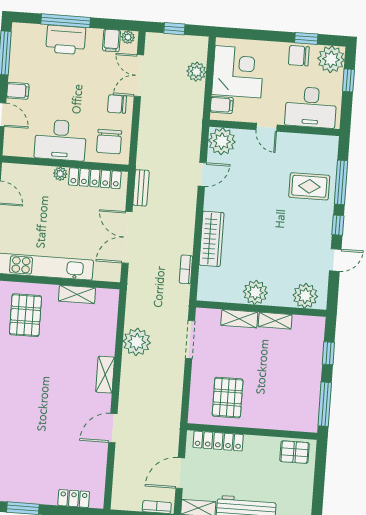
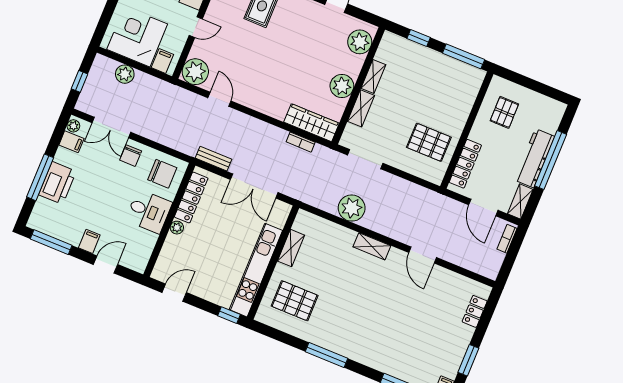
desk: (60, 140) -> (149, 211), width x0.73
wardrobe: (212, 239) -> (312, 123), moved
pallet: (295, 452) -> (504, 112), moved

